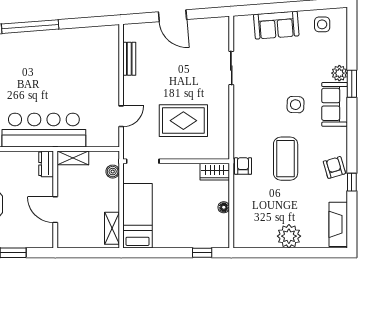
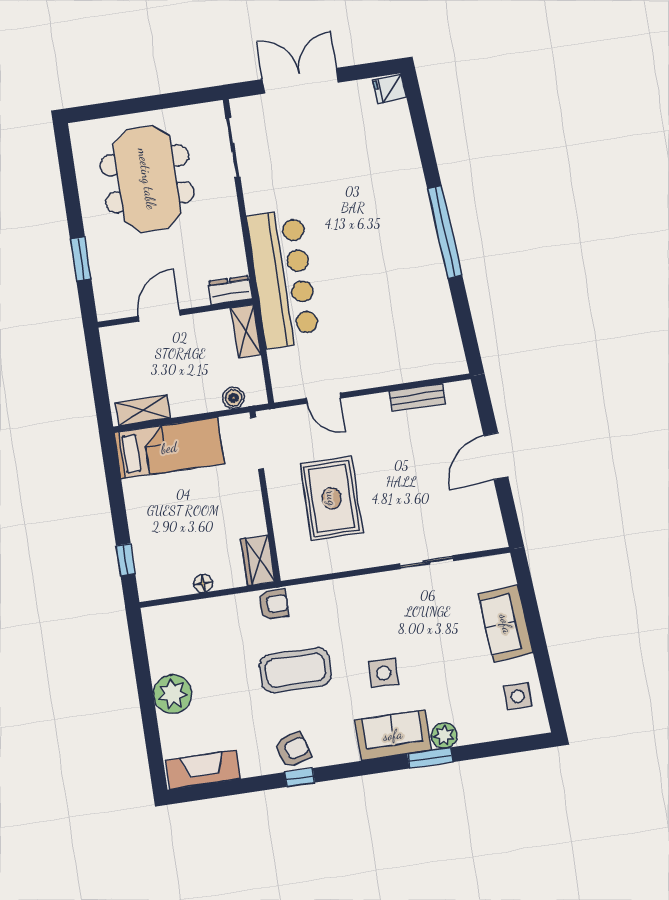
window: (352, 182) -> (300, 777), moved

